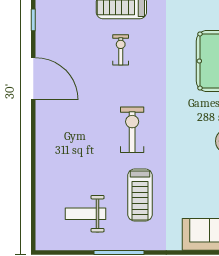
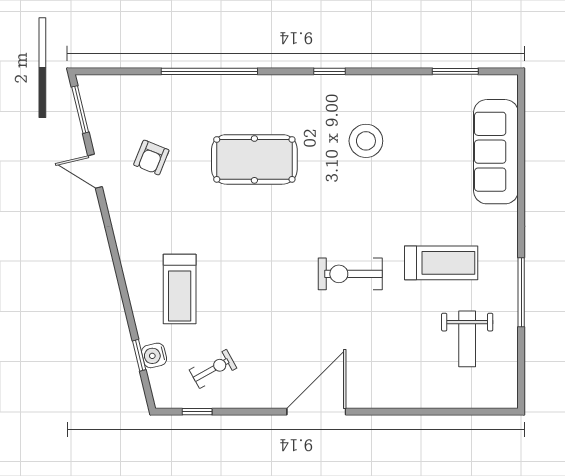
exercise bike: (121, 50) -> (213, 369), moved, turned 151
door: (33, 79) -> (316, 412), moved

